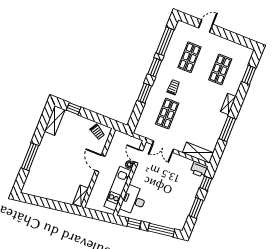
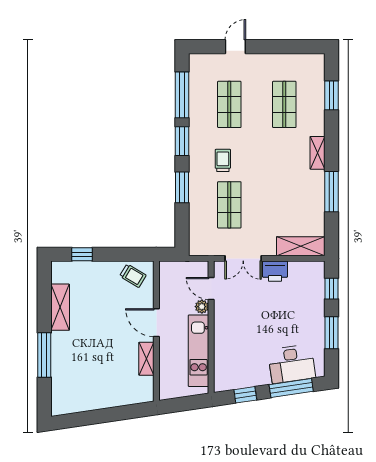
shelving: (55, 120) -> (60, 307), moved
printer: (199, 169) -> (275, 271), moved
shelving: (81, 196) -> (146, 359), moved
desk: (134, 200) -> (292, 364), moved, turned -98

